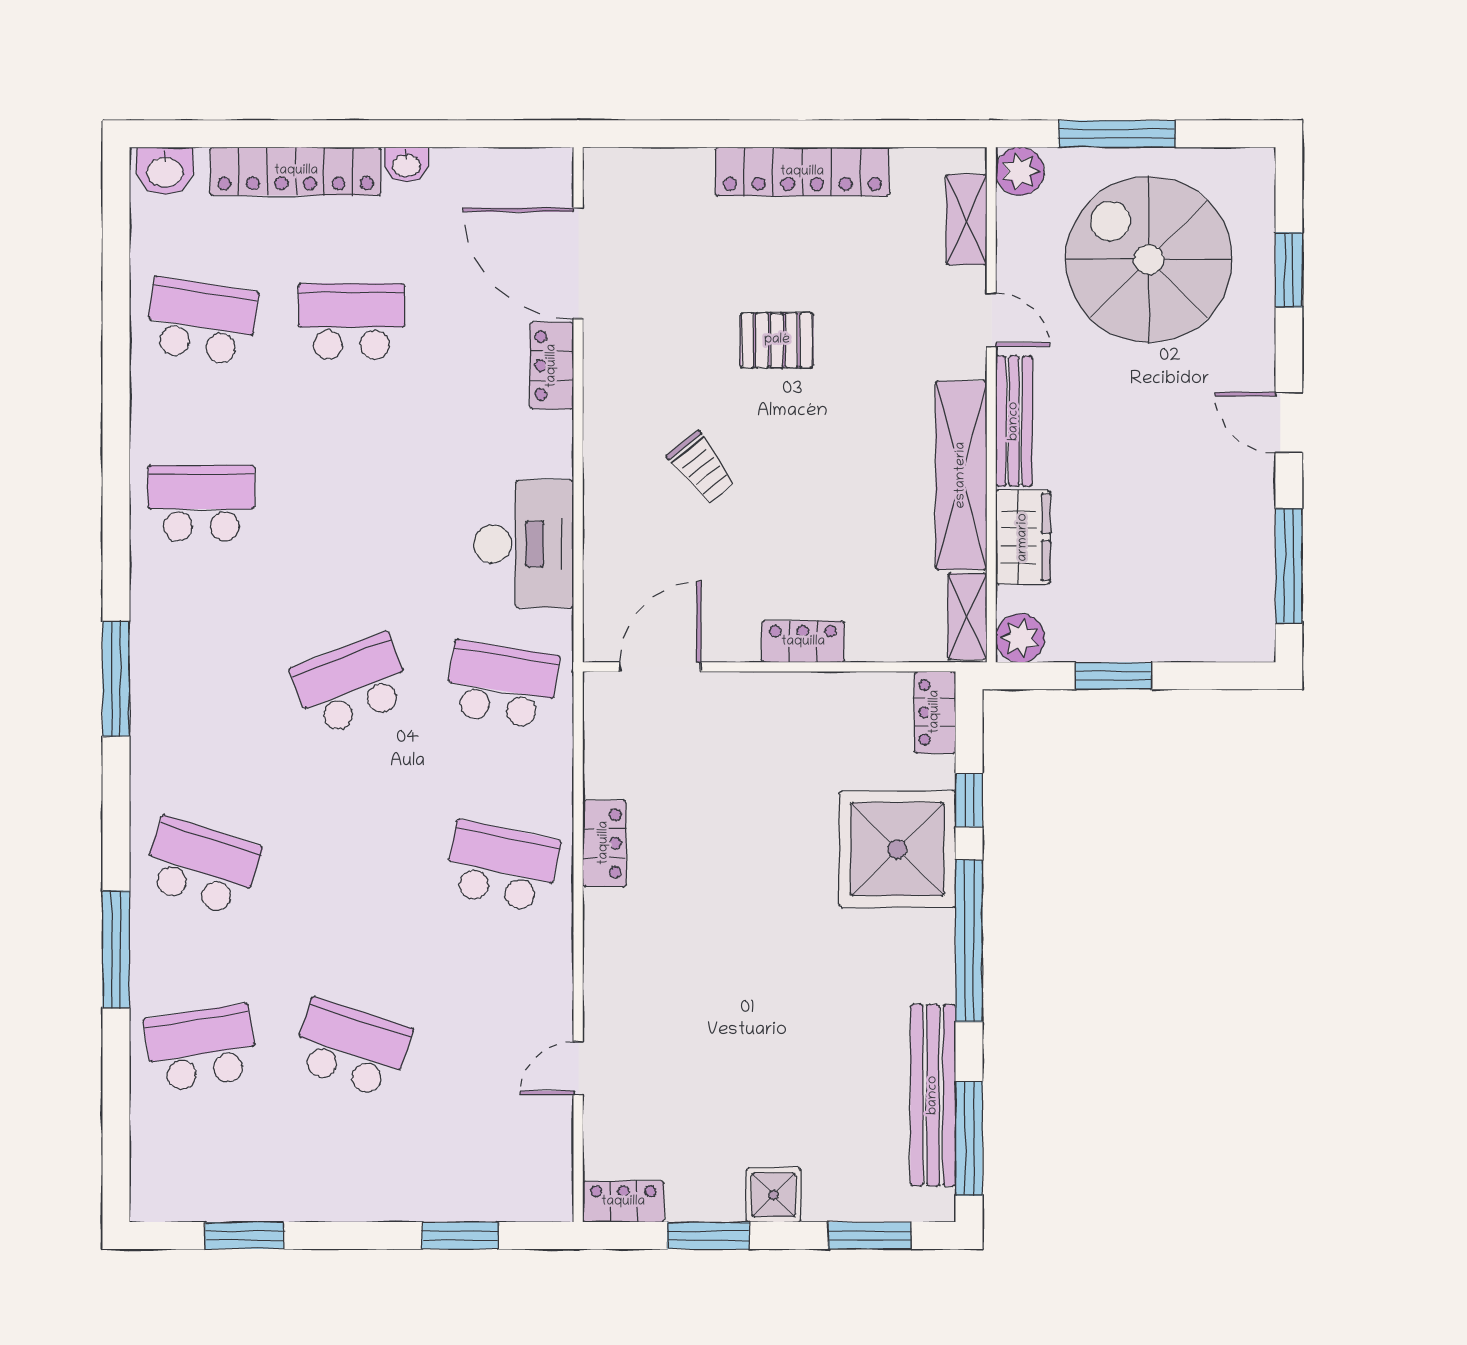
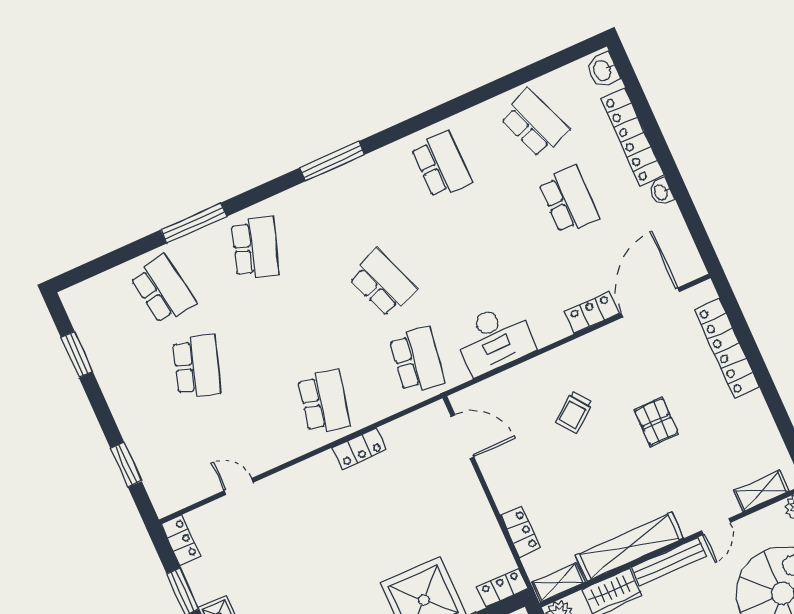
locker: (802, 172) -> (727, 349), moved
school desk: (201, 321) -> (534, 123), turned -30
locker: (803, 642) -> (521, 532), moved

